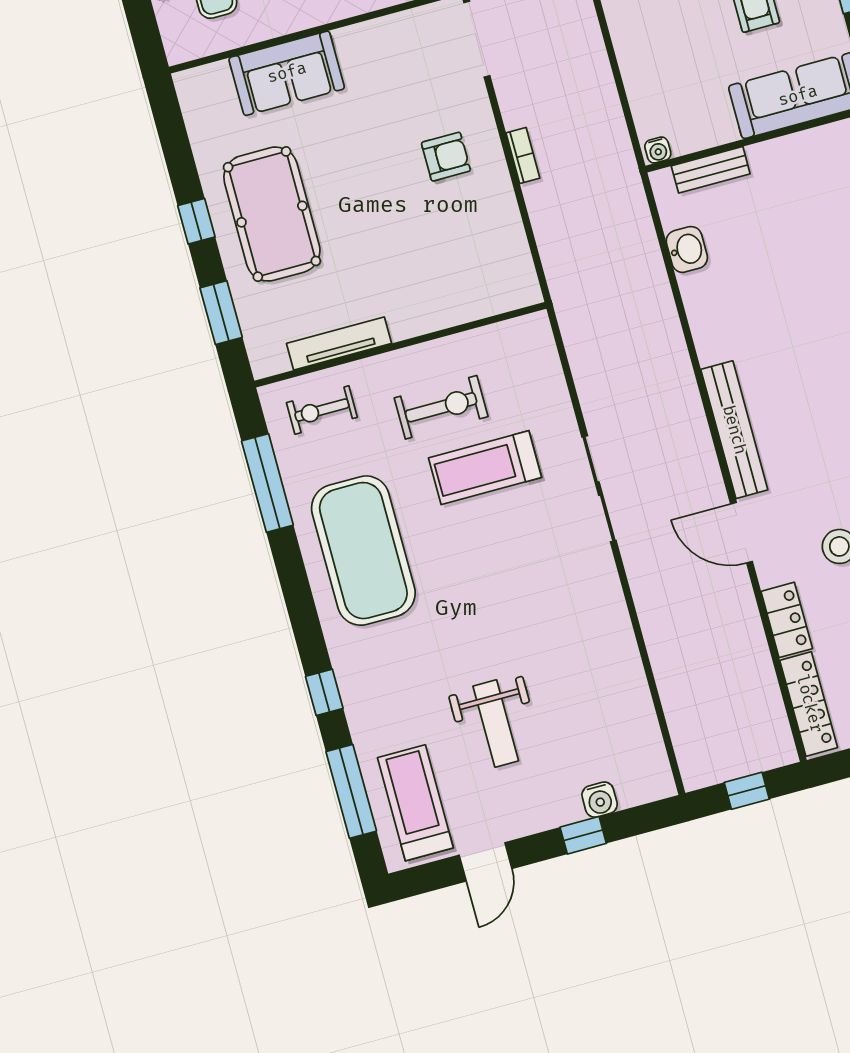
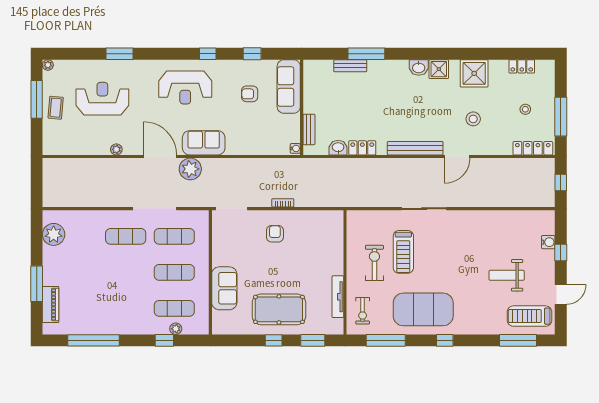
locker: (787, 620) -> (362, 148), moved
window: (324, 692) -> (445, 340), moved
weight bench: (496, 724) -> (507, 275), turned 180
door: (486, 862) -> (561, 294), hinge flipped

